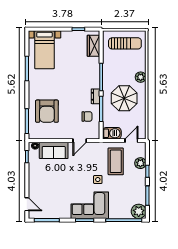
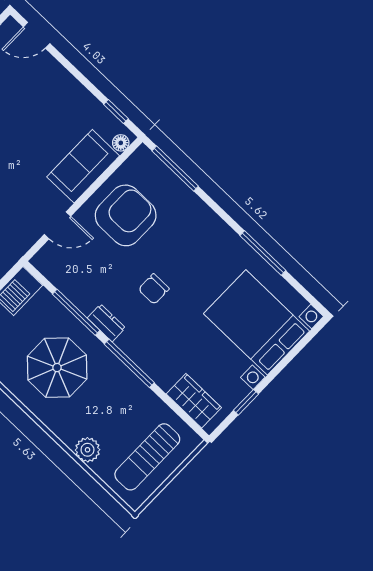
bed with nightstands: (44, 50) -> (257, 322), width x1.36
plant: (141, 77) -> (88, 450), moved
armchair: (47, 111) -> (126, 215), moved, turned 90
chair: (87, 116) -> (154, 289), moved
door: (80, 141) -> (58, 225), swing flipped

